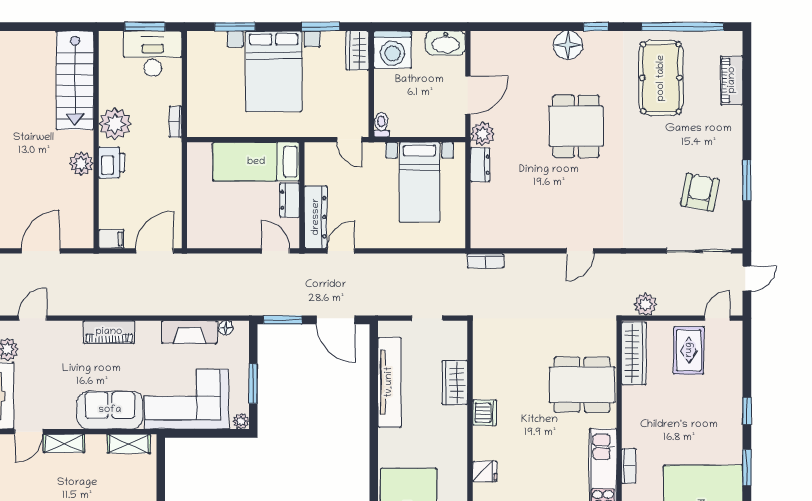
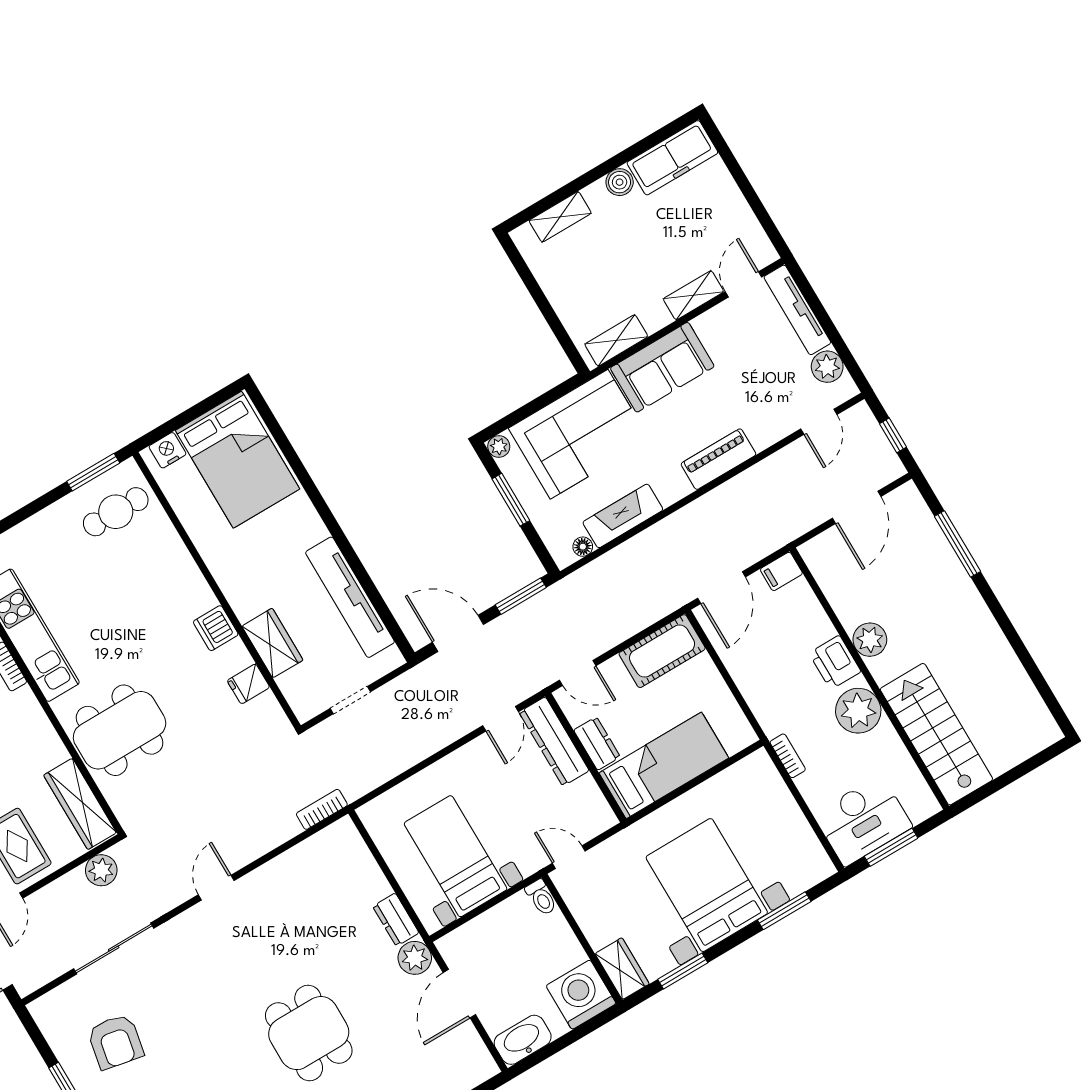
cot: (215, 233) -> (662, 651), added
sliding door: (699, 251) -> (114, 949), moved
fridge: (485, 471) -> (248, 684), moved

